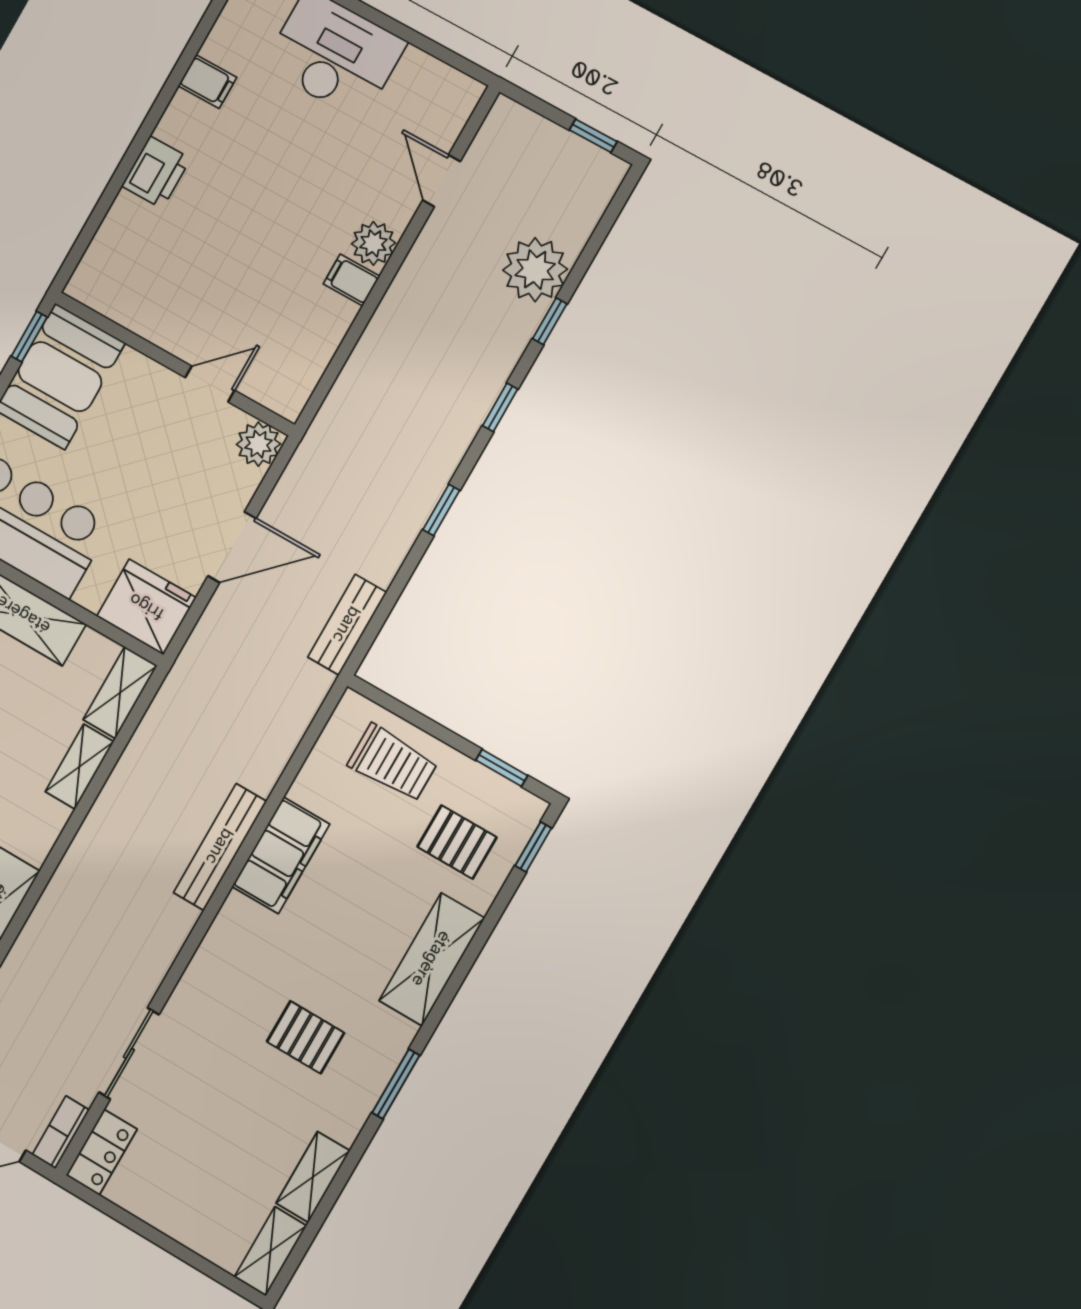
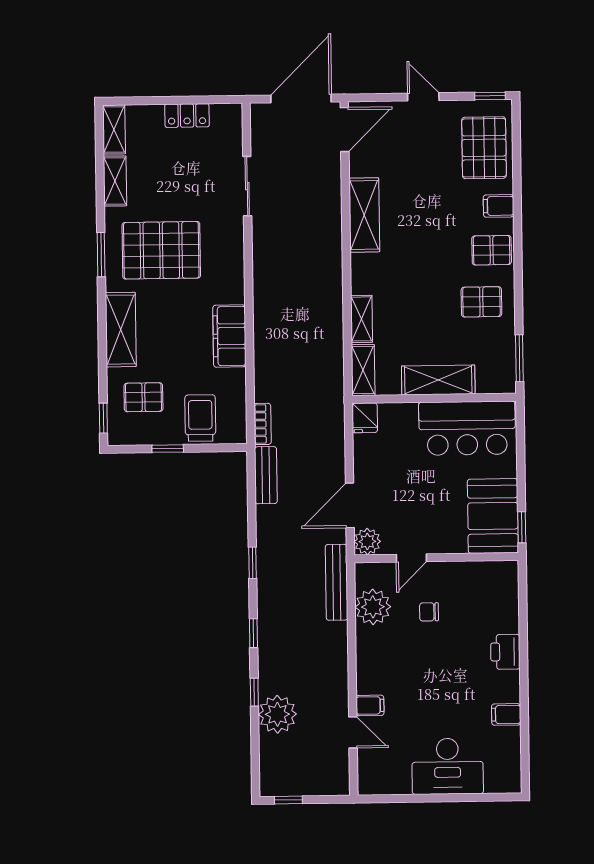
plant: (373, 243) -> (373, 607), moved, width x1.36, depth x1.36
filing cabinet: (351, 280) -> (370, 705), moved
chair: (230, 292) -> (429, 612), added
door: (232, 547) -> (350, 505), moved
fridge: (146, 607) -> (365, 418), width x0.53, depth x0.75
trolley: (393, 763) -> (200, 418), turned 90
window: (502, 768) -> (168, 449), moved
bench: (220, 847) -> (337, 582), moved
pallet: (306, 1037) -> (161, 250), width x2.05, depth x2.00
bookcase: (61, 1132) -> (263, 424), moved
locker: (102, 1152) -> (187, 116), moved, turned -90

